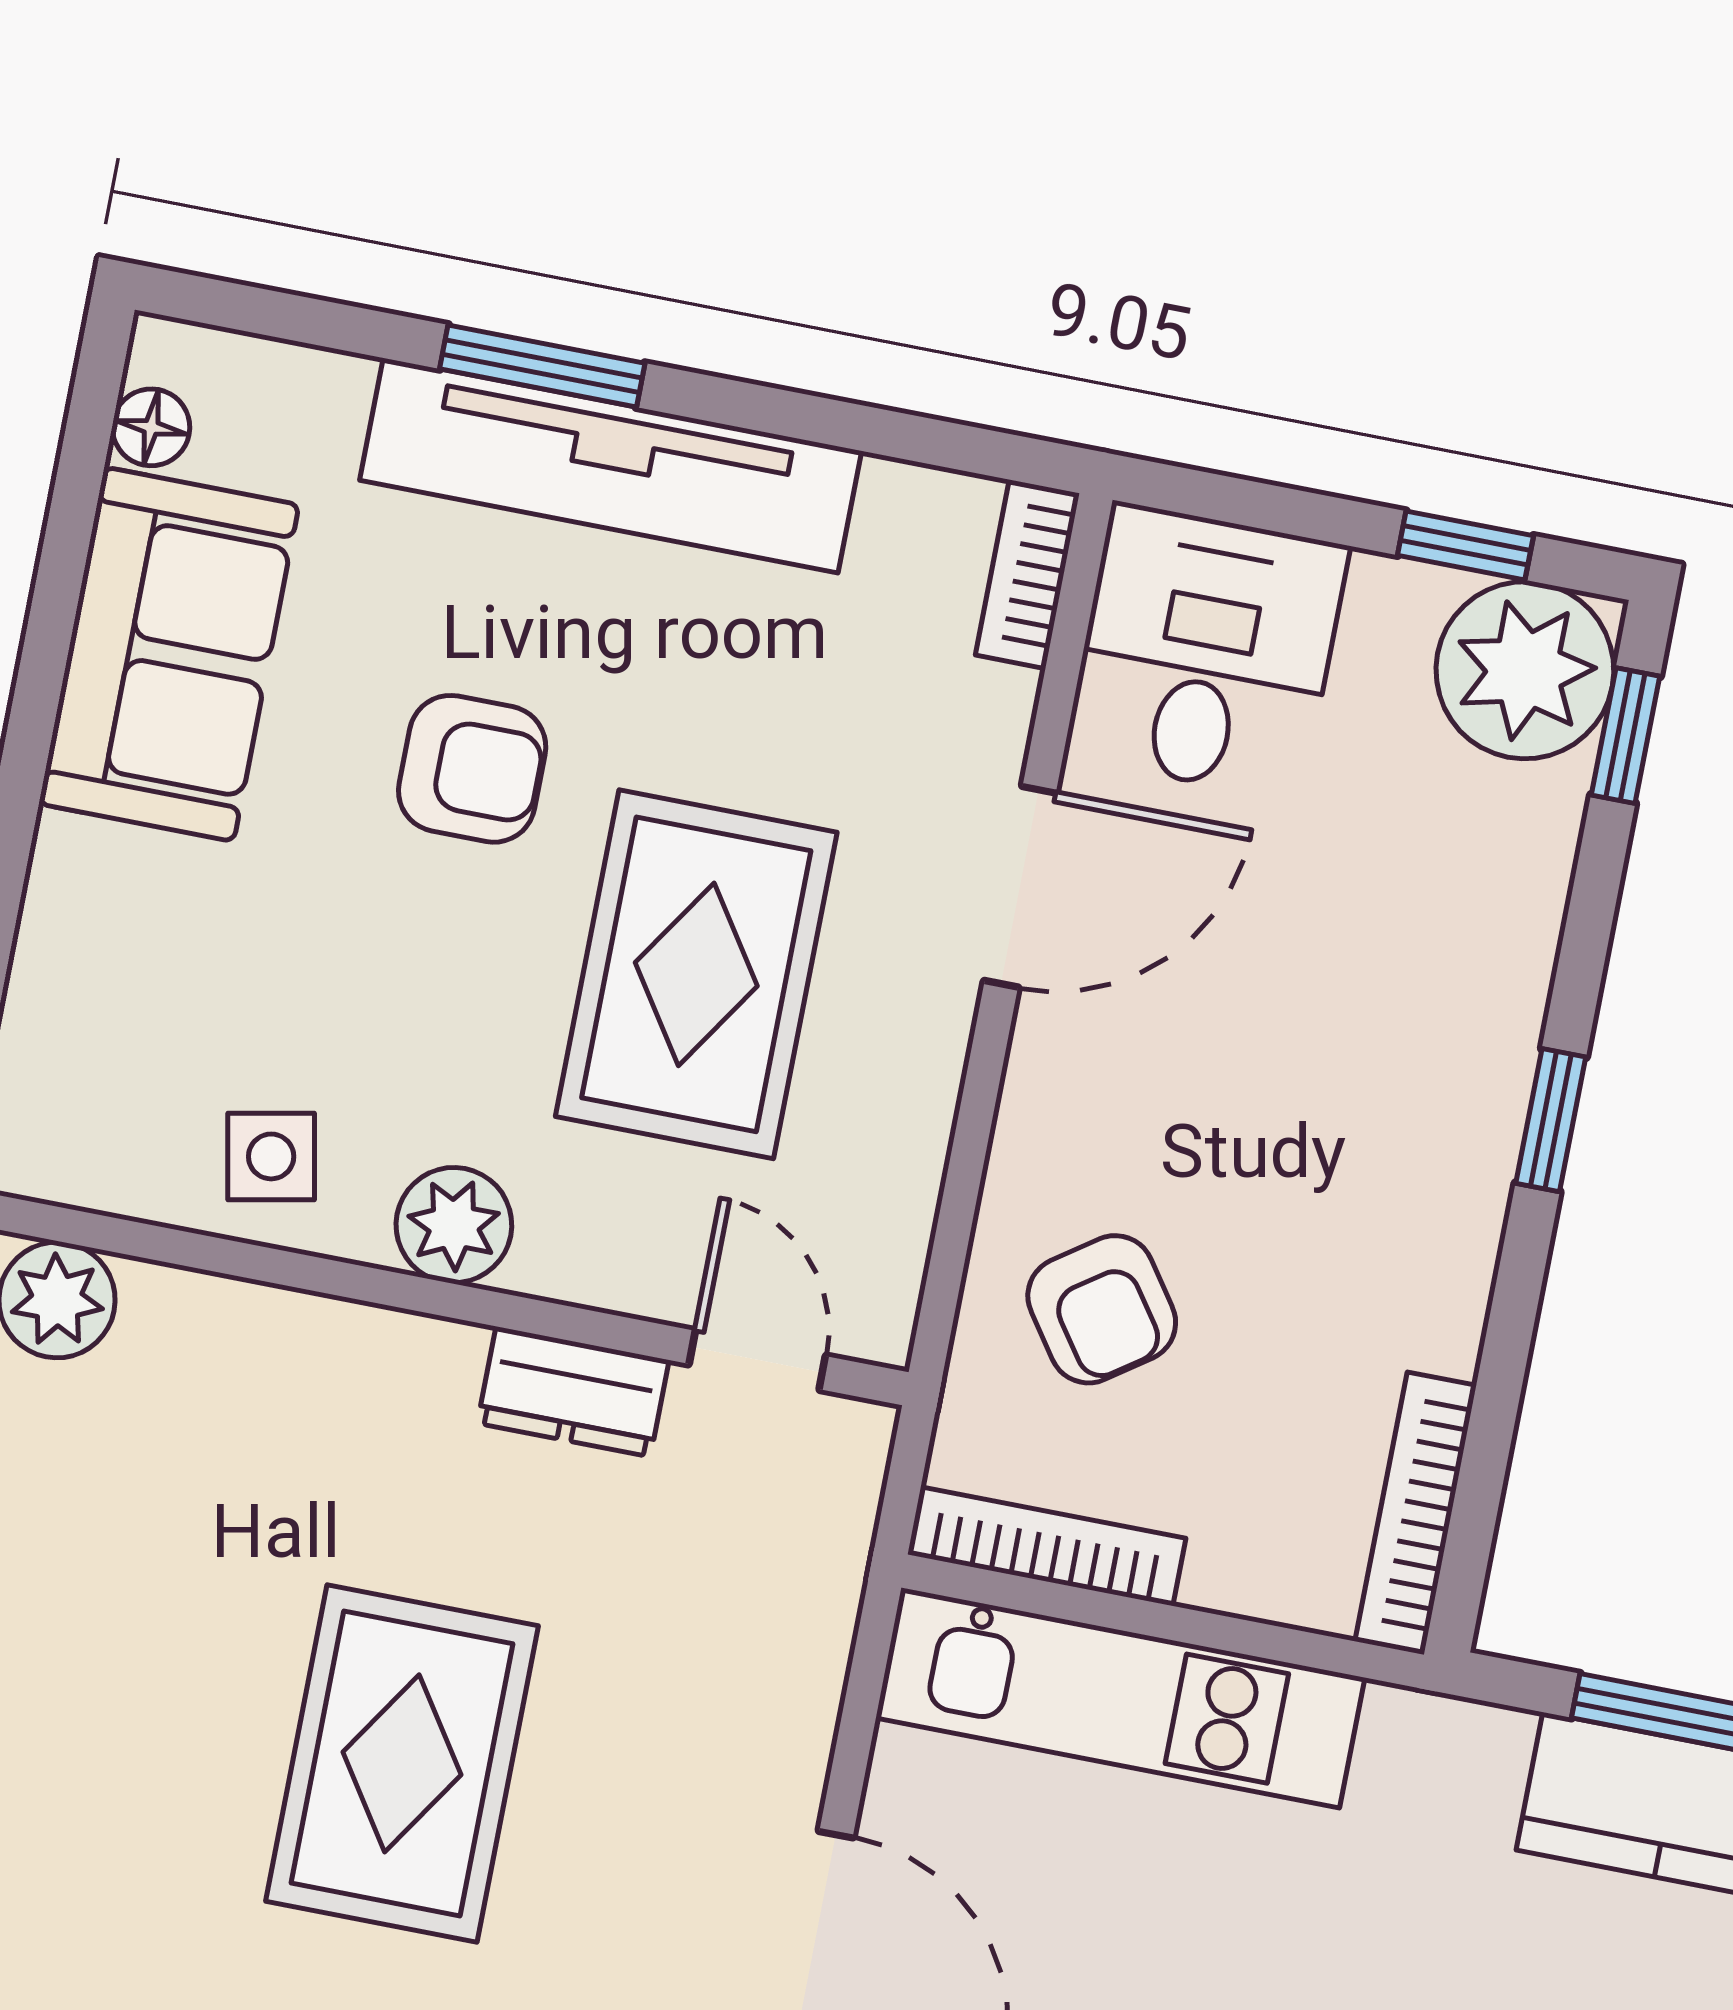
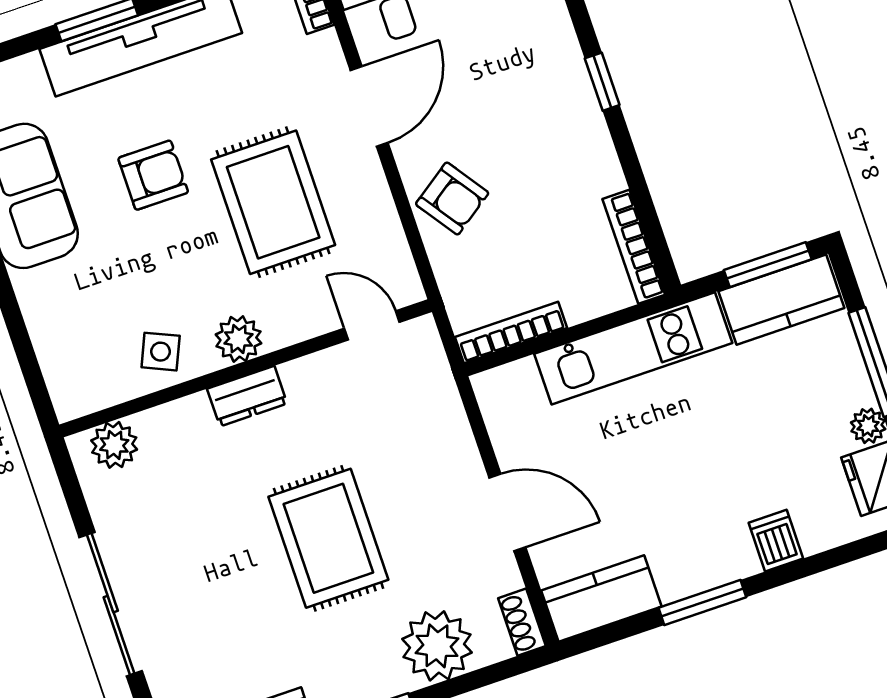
side table: (271, 1156) -> (161, 352), turned 35
armchair: (1102, 1309) -> (452, 199), moved
dresser: (573, 1392) -> (247, 396), moved
kitchen unit: (1120, 1698) -> (633, 348), moved

